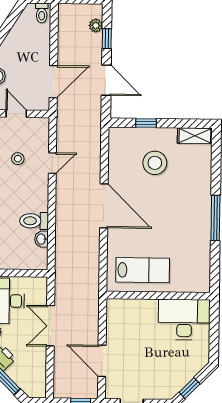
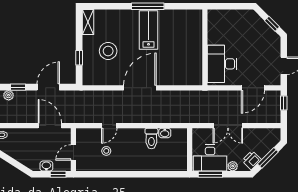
door: (52, 163) -> (109, 126), swing flipped
lab bench: (143, 270) -> (149, 30), moved
desk: (184, 320) -> (222, 64), moved

